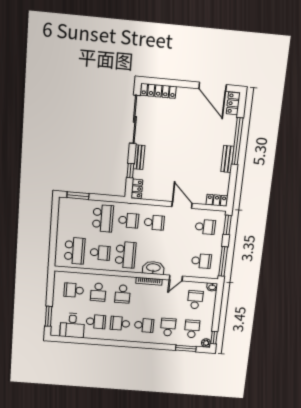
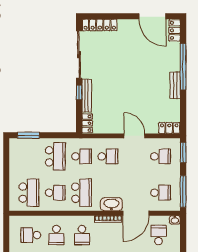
bench: (139, 157) -> (87, 96), width x1.36
window: (130, 171) -> (79, 92), moved
door: (176, 278) -> (136, 213), width x1.87

